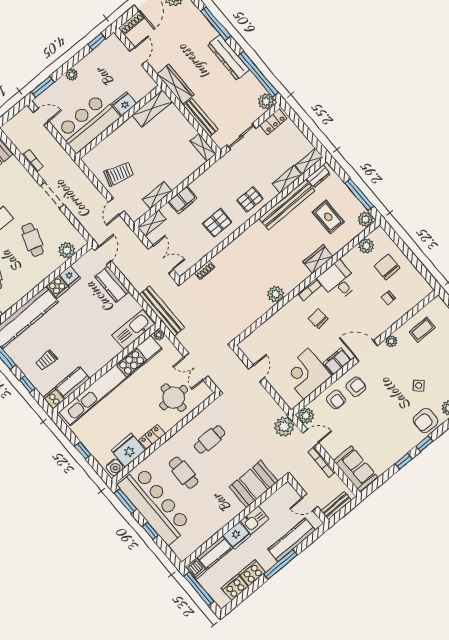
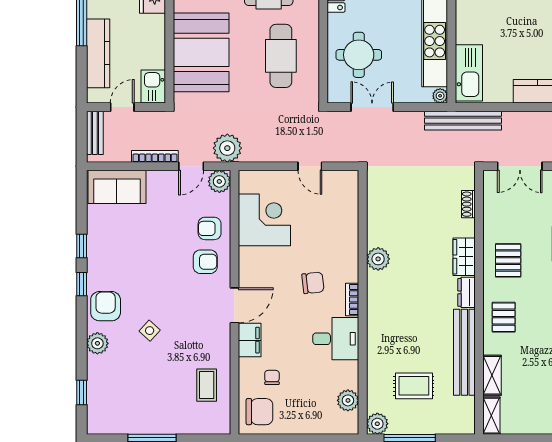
dresser: (319, 176) -> (466, 292), moved
wardrobe: (318, 259) -> (464, 257), moved, turned 180
chair: (387, 267) -> (259, 412), moved
plant: (391, 341) -> (222, 341), removed
filing cabinet: (337, 361) -> (250, 340), moved
armchair: (356, 387) -> (205, 262), turned -90
cafe table: (210, 439) -> (281, 56), width x1.37, depth x1.35
booth: (254, 484) -> (201, 52), width x1.36, depth x1.42
kitchen sink: (255, 520) -> (153, 86), moved

